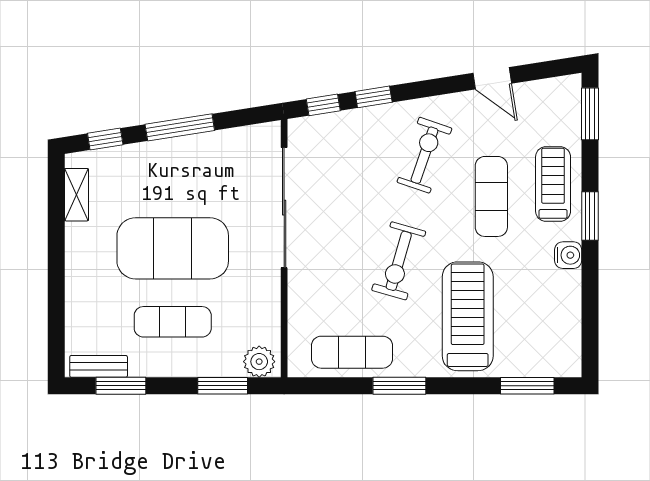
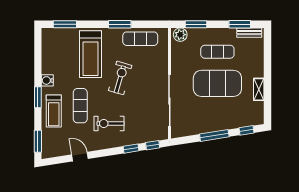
exercise bike: (424, 155) -> (109, 123), turned 71
shelving: (76, 195) -> (259, 89), moved

